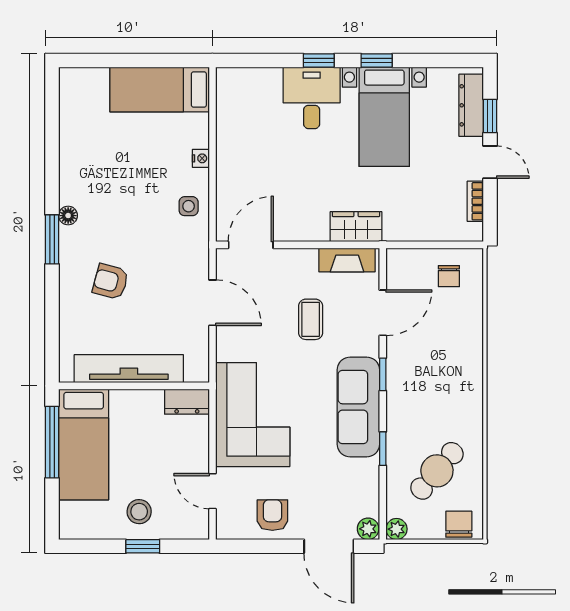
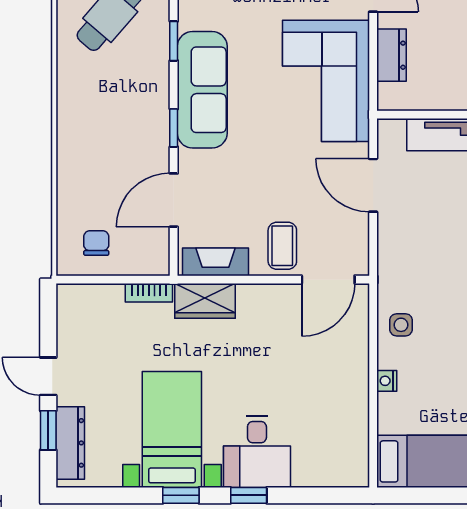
bookcase: (475, 201) -> (149, 293), moved, turned 90
door: (212, 303) -> (373, 185), moved
coffee table: (311, 319) -> (282, 246), moved
dresser: (187, 402) -> (392, 55), moved, turned 90

